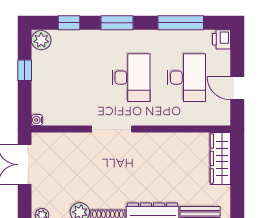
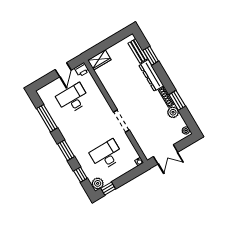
printer: (222, 39) -> (82, 70), moved
window: (25, 70) -> (108, 189), moved
desk: (131, 78) -> (106, 155), moved
wardrobe: (220, 159) -> (99, 60), width x0.67

